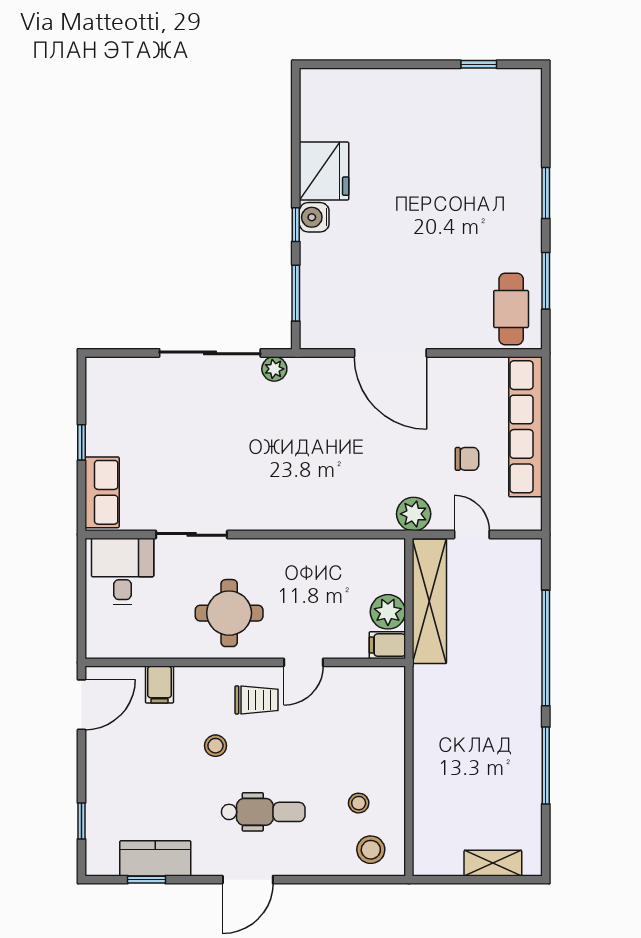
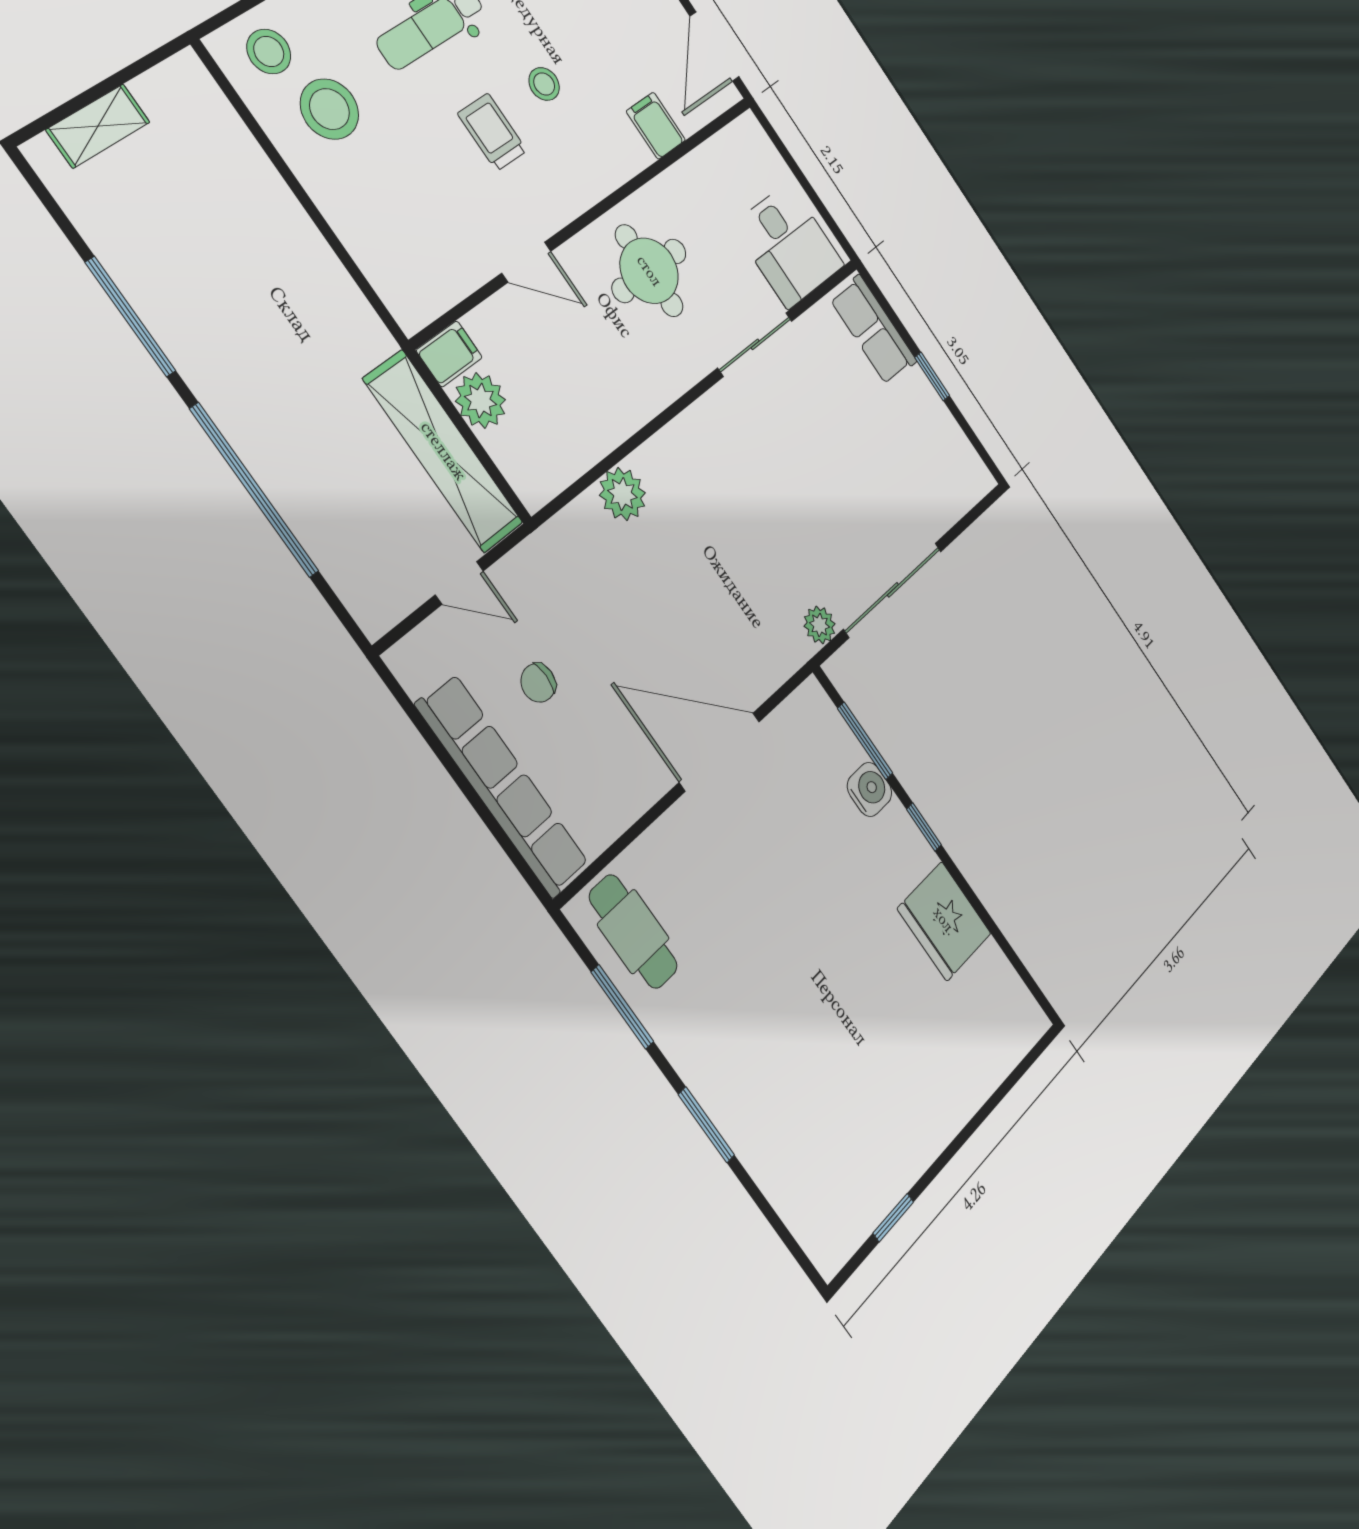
water cooler: (314, 217) -> (869, 789), moved
plant: (414, 514) -> (622, 494), moved
door: (303, 662) -> (526, 262), swing flipped
trolley: (257, 700) -> (492, 132), moved, turned 90
stool: (359, 803) -> (329, 109), width x1.89, depth x1.89

